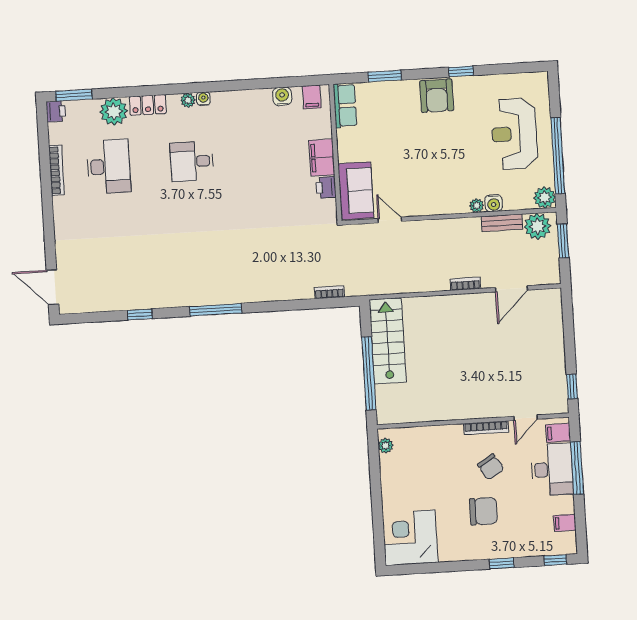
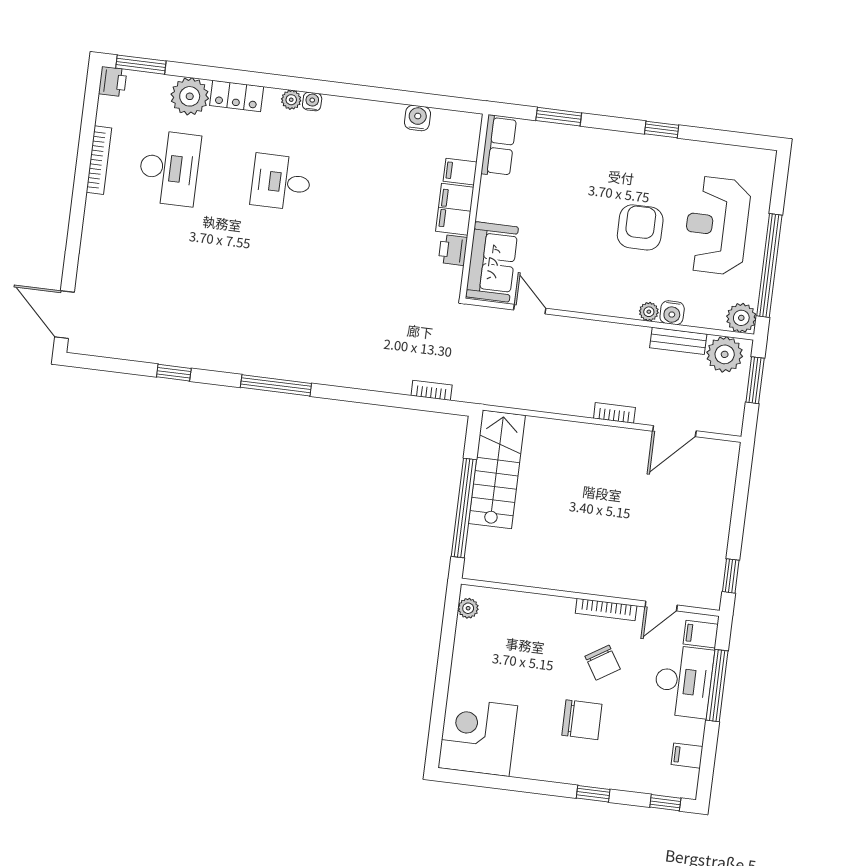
armchair: (437, 96) -> (640, 227), moved, turned 180
filing cabinet: (312, 97) -> (460, 172), moved, turned 90

